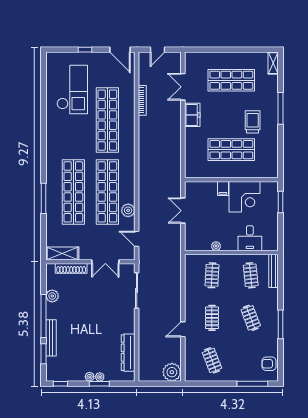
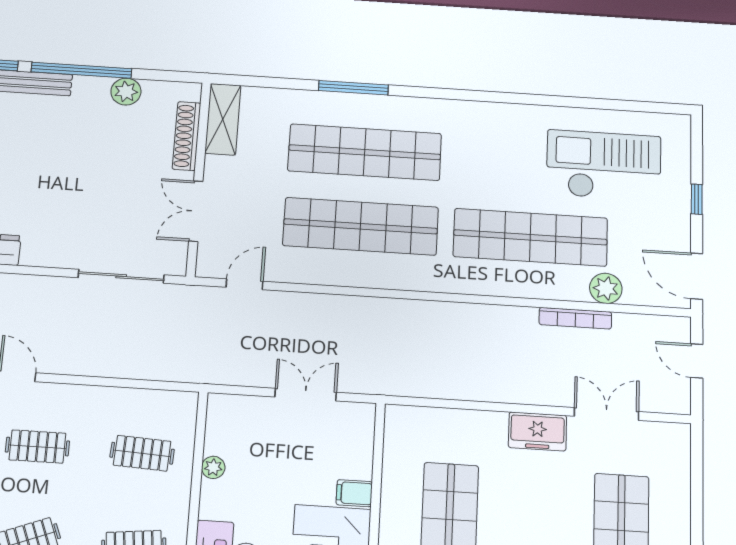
door: (120, 50) -> (697, 276), hinge flipped
checkout: (72, 89) -> (604, 165), turned 180
plant: (128, 210) -> (606, 288), moved

